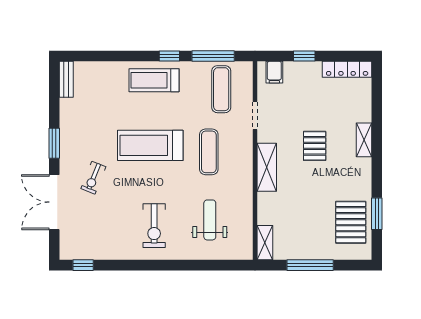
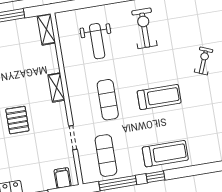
treadmill: (150, 145) -> (159, 97), width x0.73, depth x0.73
shelving: (267, 167) -> (56, 87), width x0.67, depth x0.75

